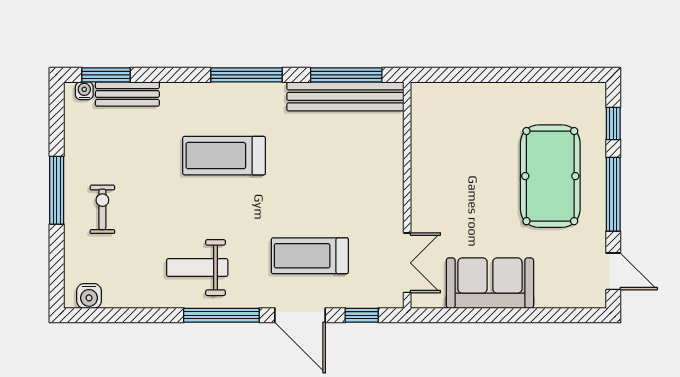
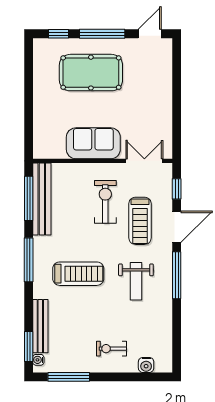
bench: (127, 94) -> (40, 326), width x1.36
treadmill: (224, 156) -> (78, 274), turned -90
window: (57, 190) -> (69, 377), moved
exercise bike: (341, 199) -> (105, 202), added
weight bench: (197, 268) -> (136, 281), moved
sofa: (490, 283) -> (93, 143), moved, turned 90
water cooler: (89, 296) -> (146, 365), moved, turned 90

